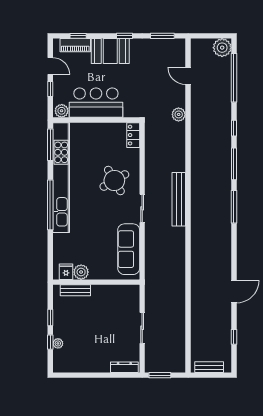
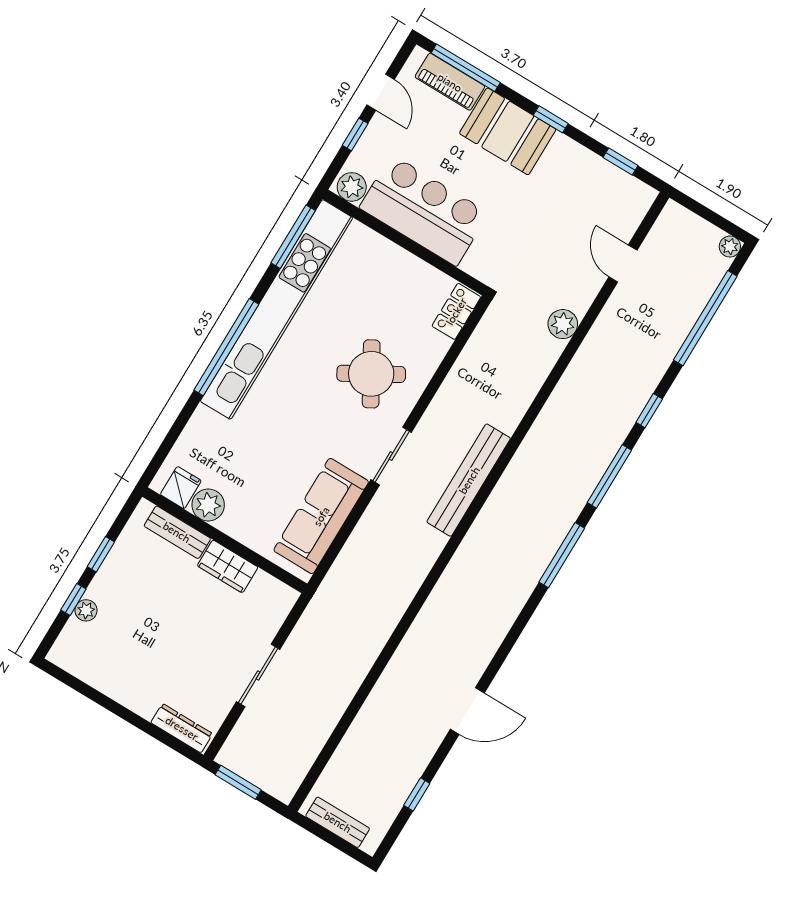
window: (78, 36) -> (466, 68), width x2.17
window: (162, 36) -> (620, 162), width x0.67
plant: (222, 48) -> (730, 247), width x0.53, depth x0.53
wardrobe: (104, 292) -> (228, 566), added

